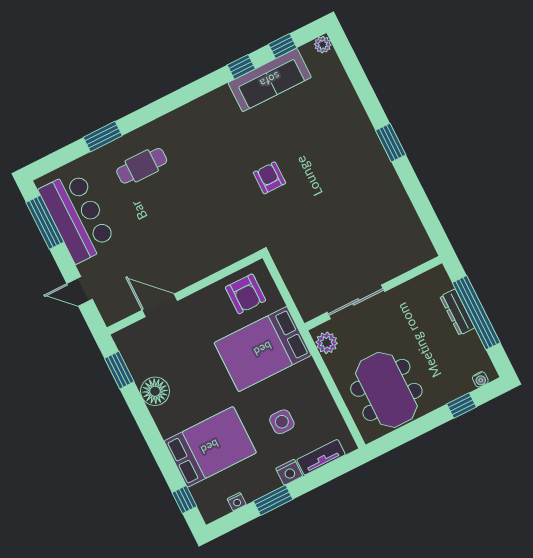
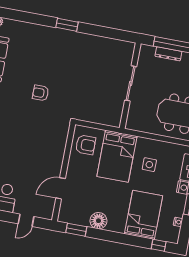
sliding door: (356, 302) -> (131, 83), moved
plant: (327, 343) -> (137, 125), removed
side table: (282, 422) -> (149, 165), moved

